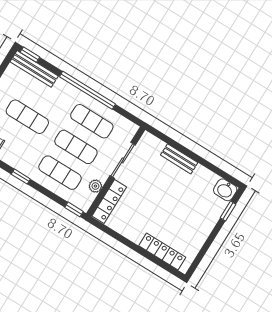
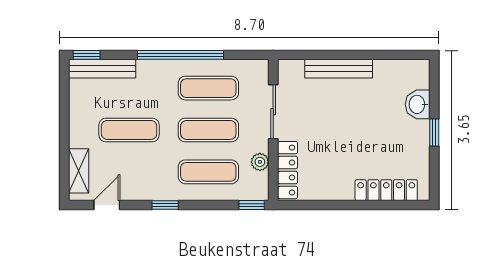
bench: (179, 159) -> (339, 69), width x1.36
washbasin: (225, 190) -> (418, 104), moved, turned 90
window: (228, 211) -> (434, 133), moved

